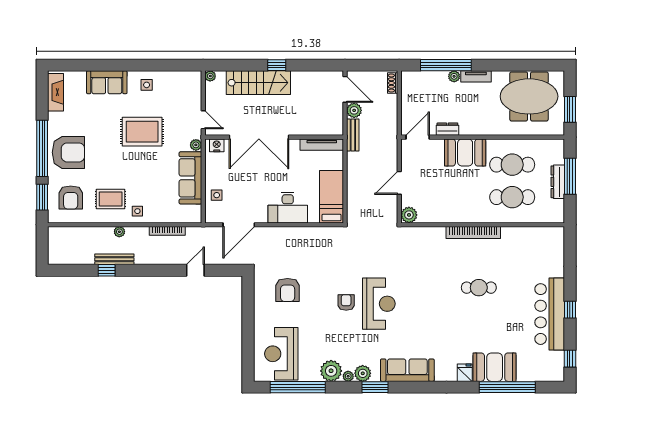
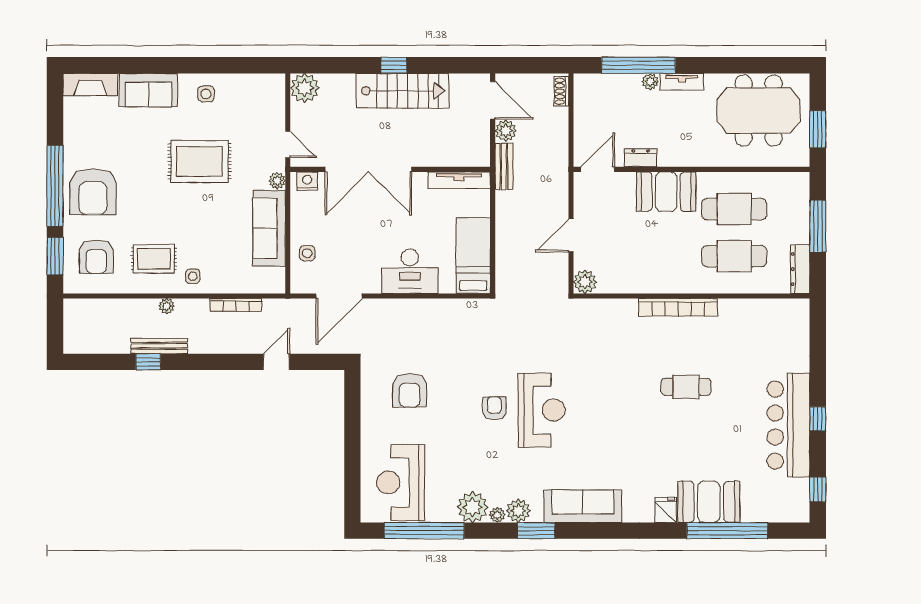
plant: (210, 76) -> (305, 88), width x1.88, depth x1.88
stairs: (258, 83) -> (403, 91), moved
fireplace: (56, 92) -> (90, 85), moved, turned 90
armchair: (68, 152) -> (93, 192), turned 90
dresser: (558, 182) -> (800, 269), moved

